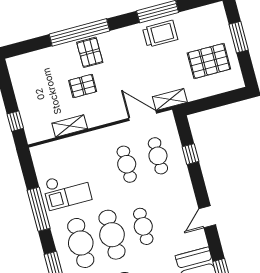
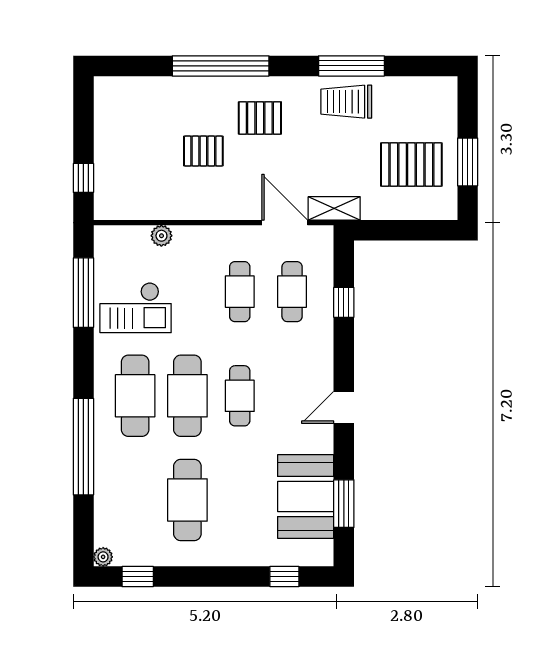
trolley: (160, 34) -> (346, 102), turned 180
window: (239, 37) -> (468, 162), moved
pallet: (90, 52) -> (260, 118), moved, turned 90
shelving: (70, 126) -> (167, 208), removed
plant: (71, 143) -> (161, 236), added
window: (39, 209) -> (83, 293), moved

